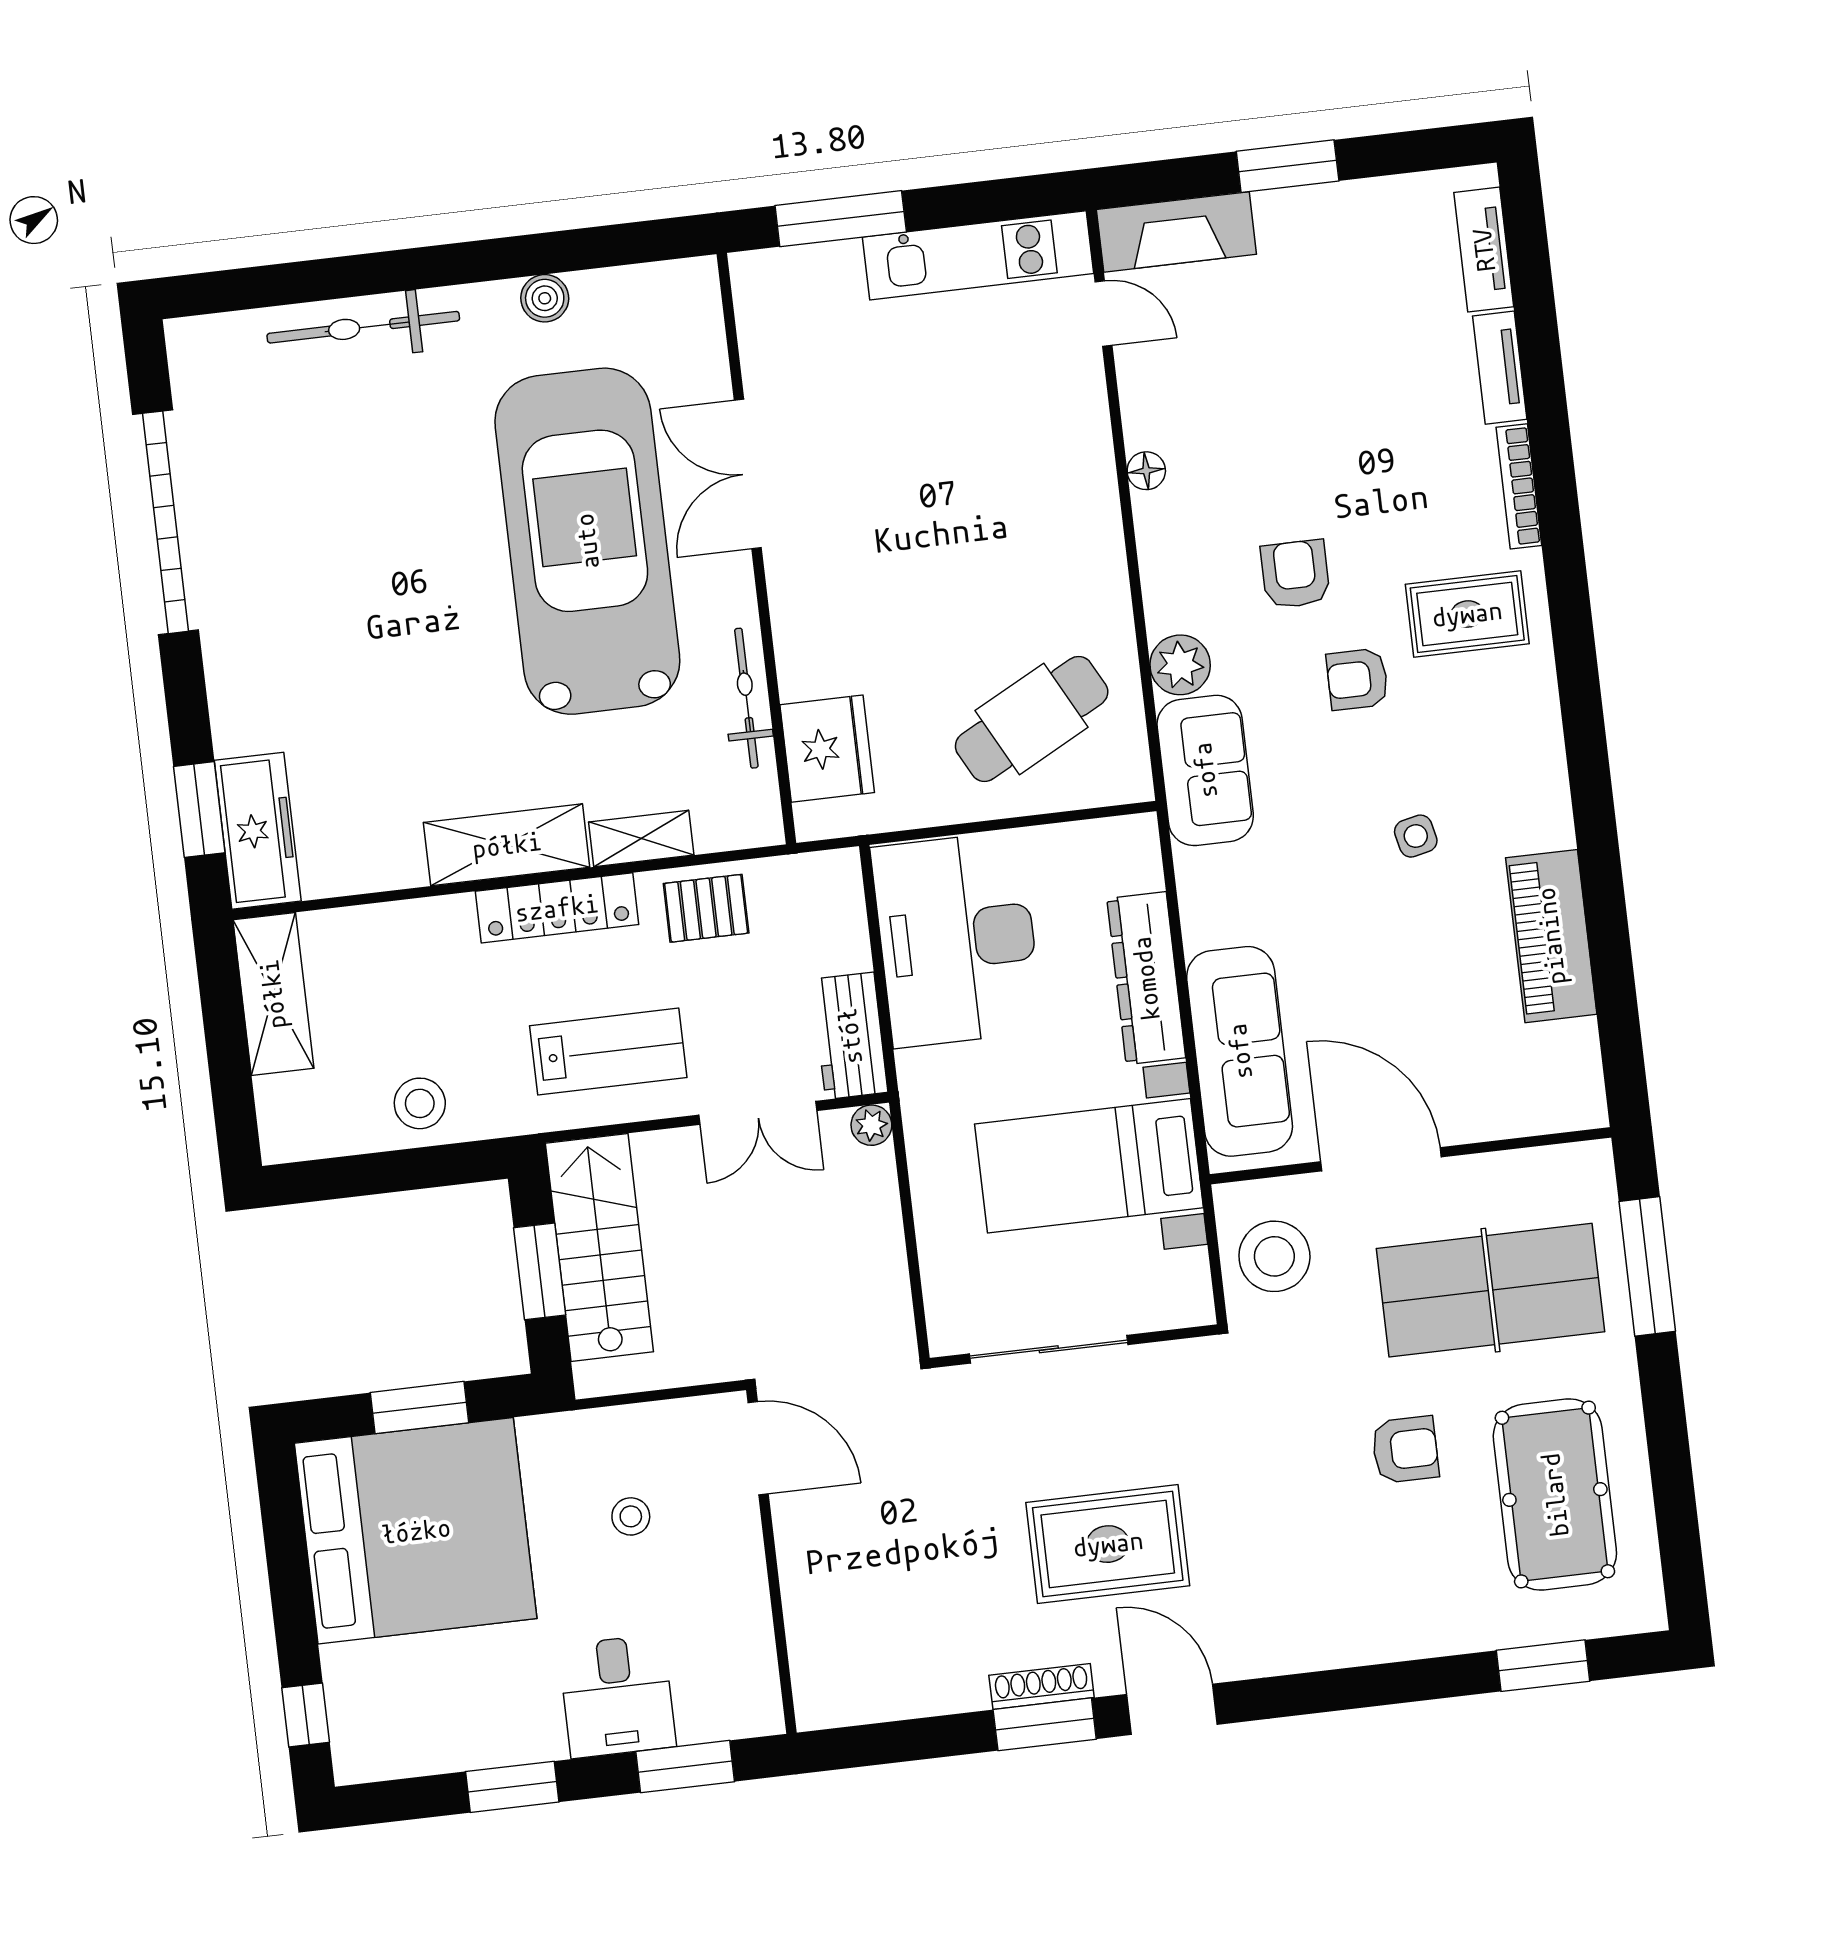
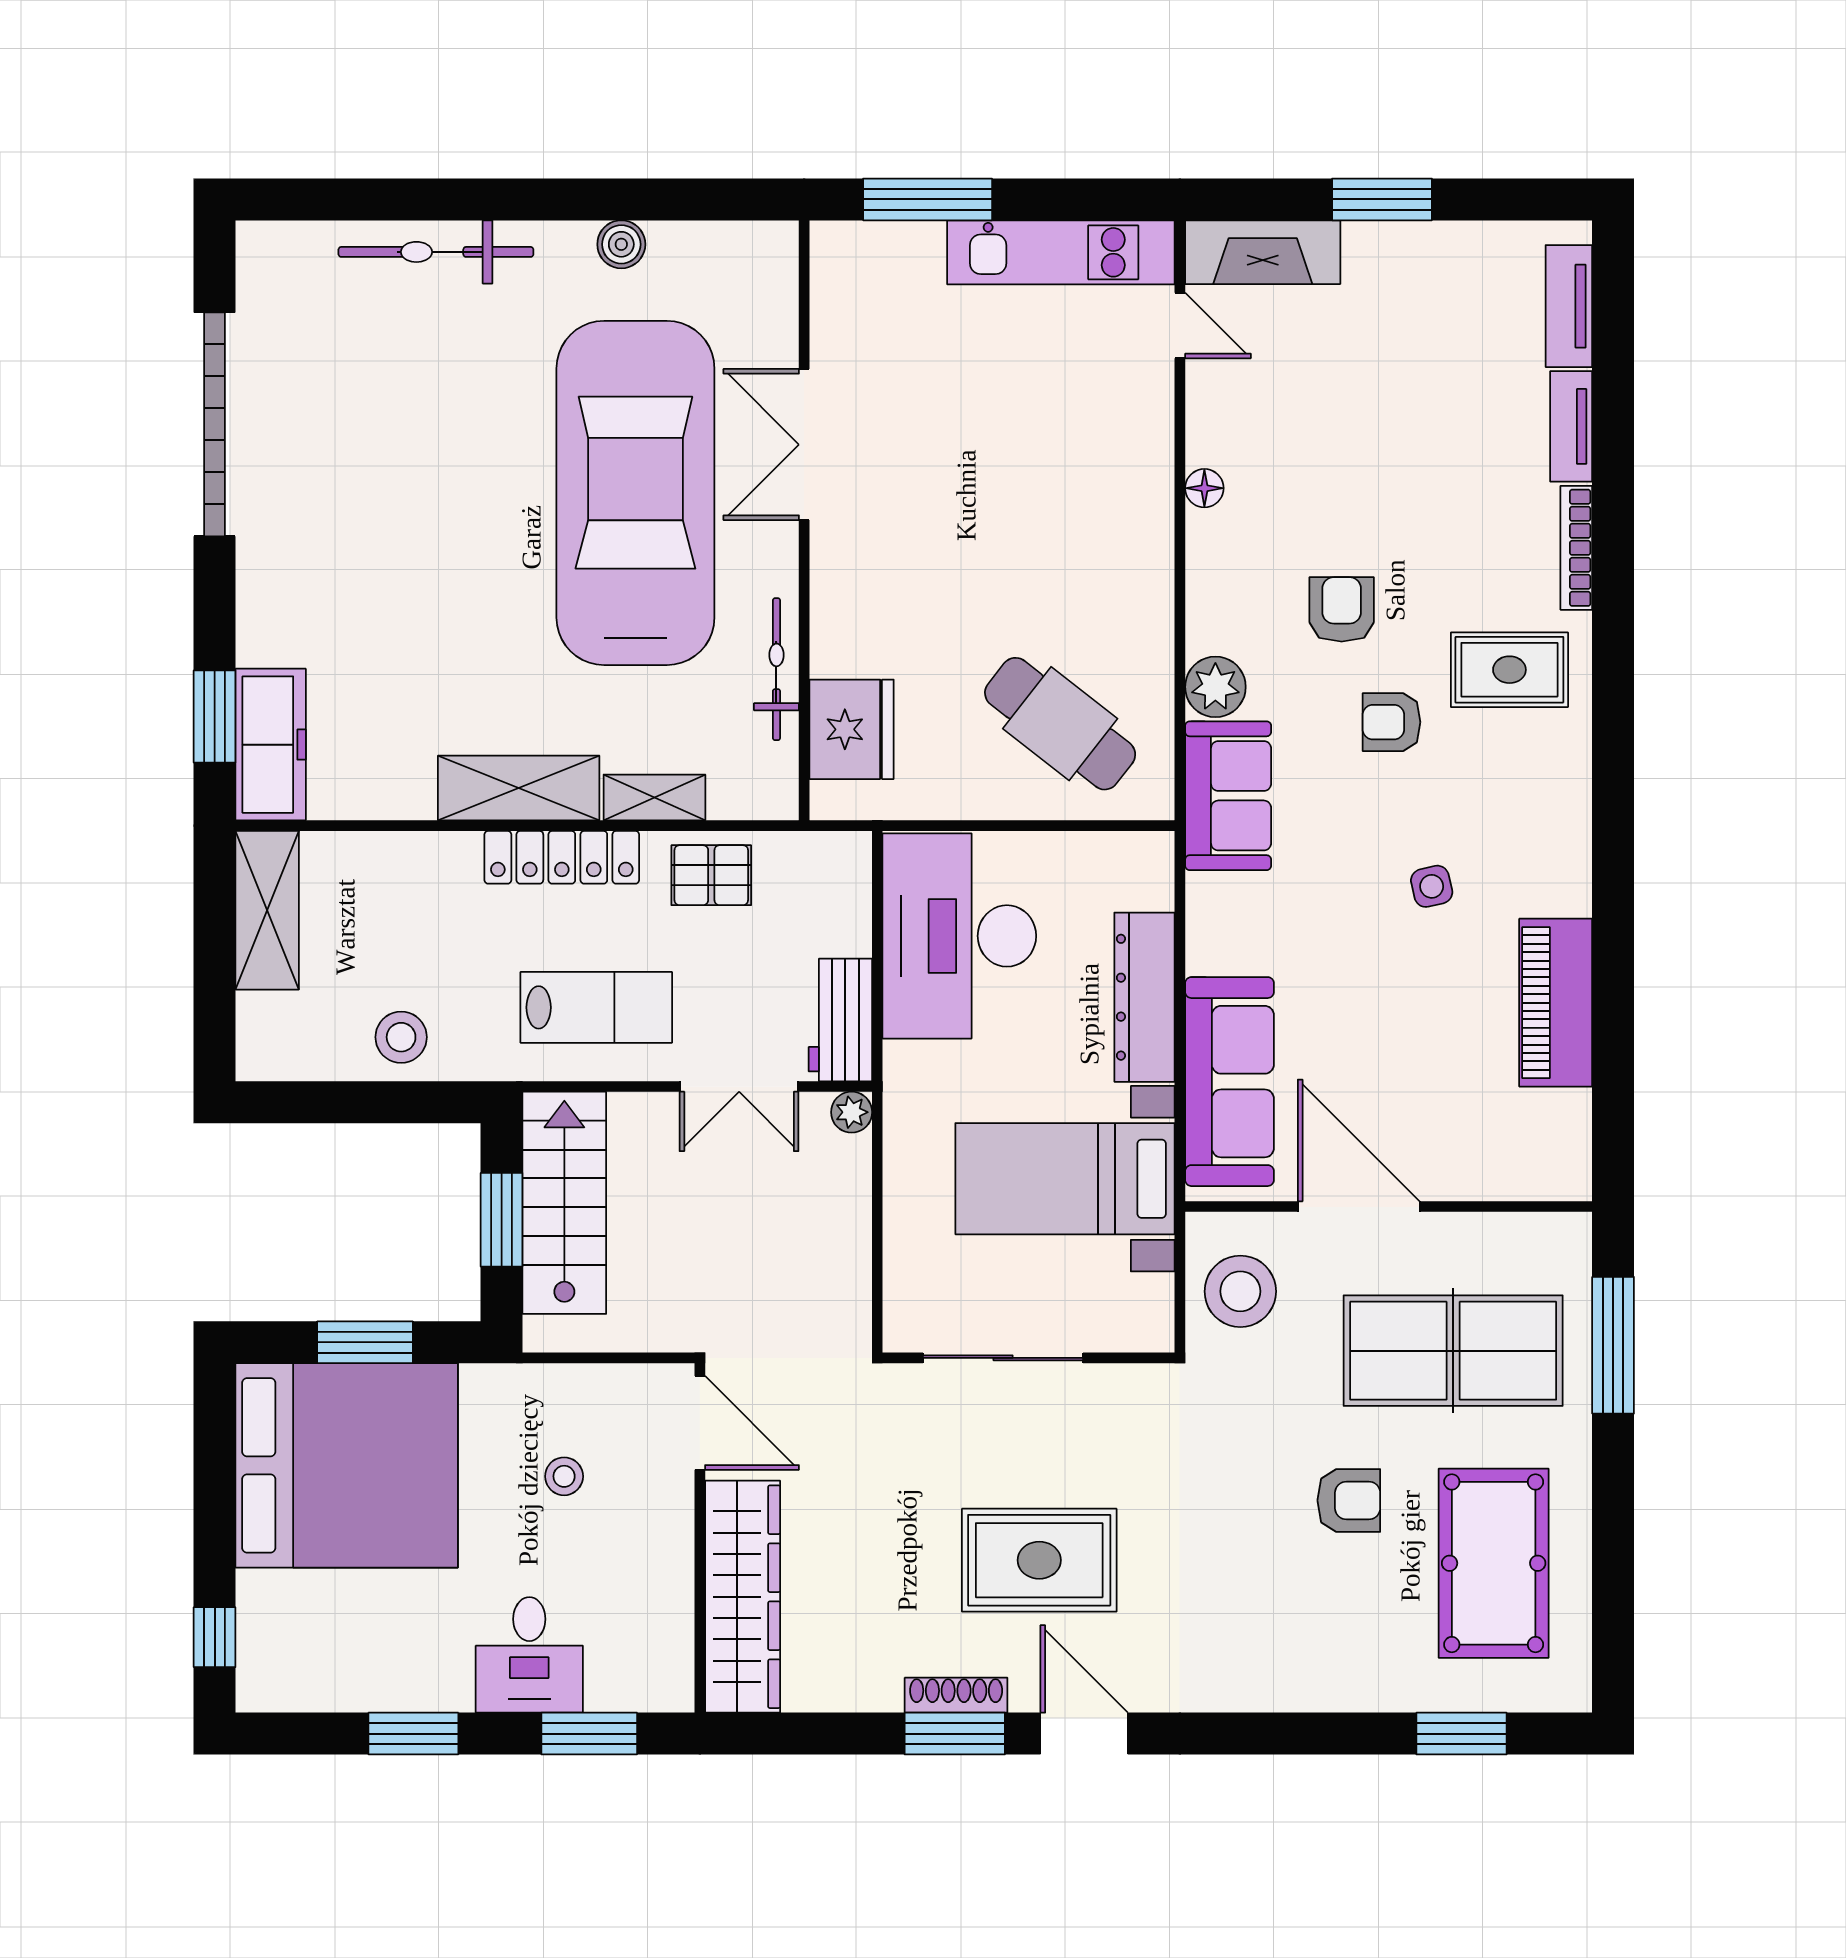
cafe table: (1032, 719) -> (1060, 724), turned 66
wardrobe: (820, 1614) -> (743, 1597), added

